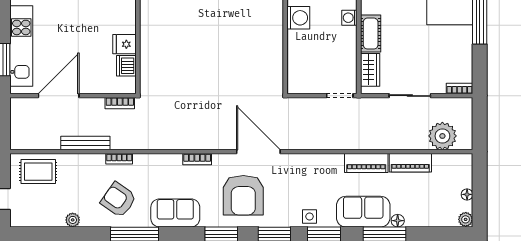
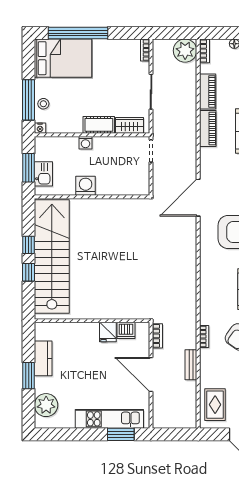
door: (59, 96) -> (151, 374), moved
plant: (442, 136) -> (185, 51), moved
bench: (85, 143) -> (191, 365), width x0.73
door: (258, 152) -> (198, 198), moved
bookcase: (197, 159) -> (205, 51), moved

